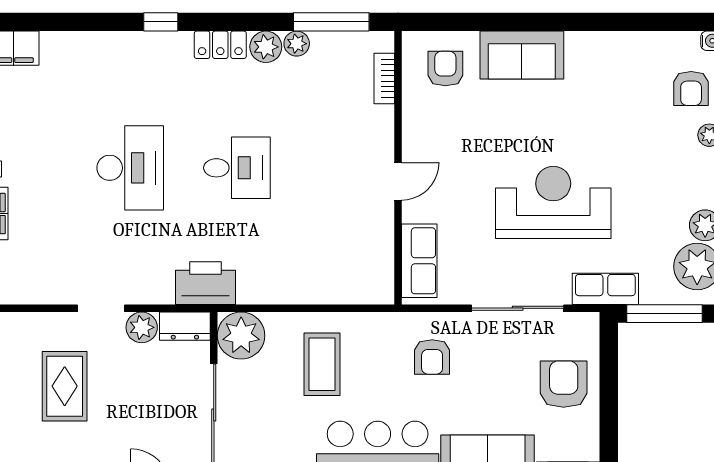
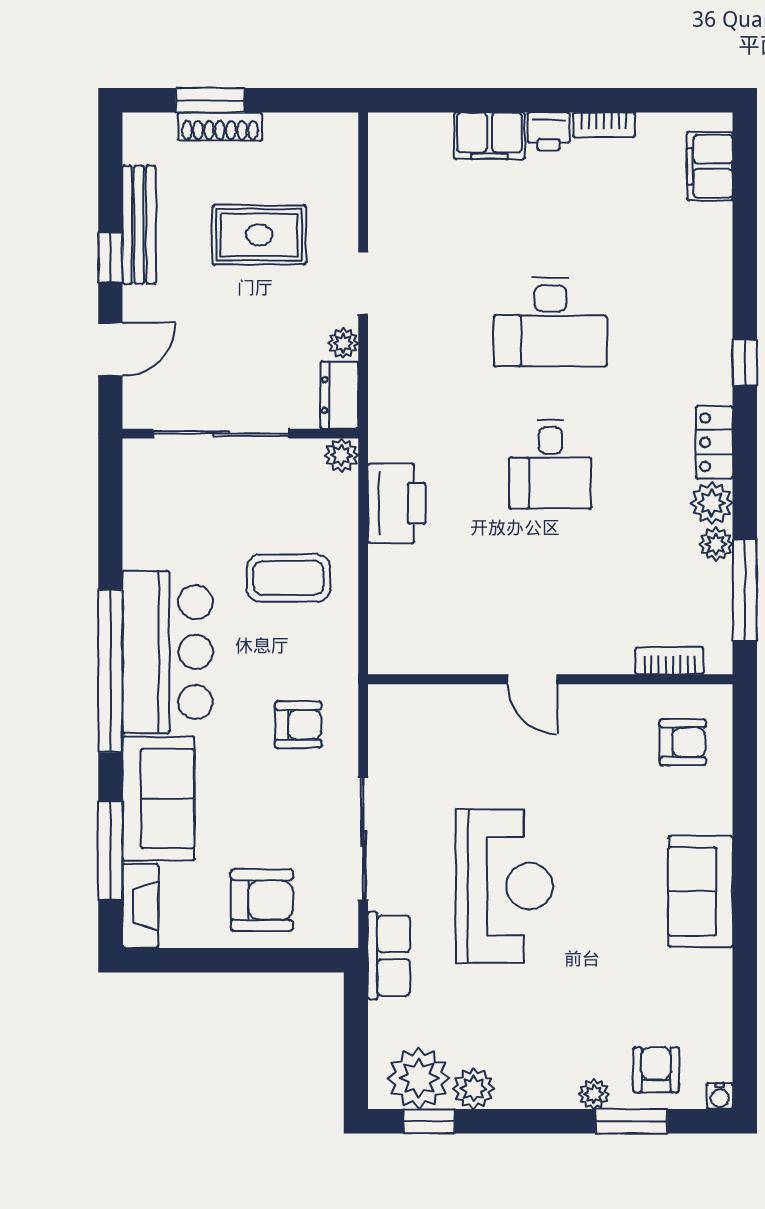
sofa: (522, 55) -> (701, 891), moved
armchair: (691, 88) -> (656, 1070), turned 90
row of seats: (419, 261) -> (426, 707), removed
printer: (205, 283) -> (397, 503), moved
window: (665, 314) -> (356, 1035), removed
plant: (142, 327) -> (343, 343), width x0.73, depth x0.73
plant: (241, 336) -> (342, 455), width x0.53, depth x0.53
armchair: (432, 357) -> (298, 725), turned 180

